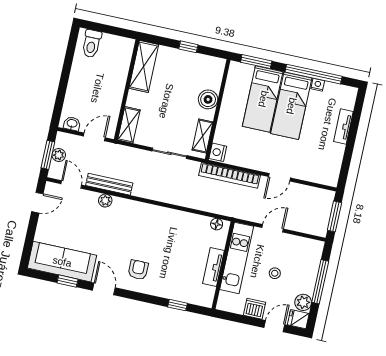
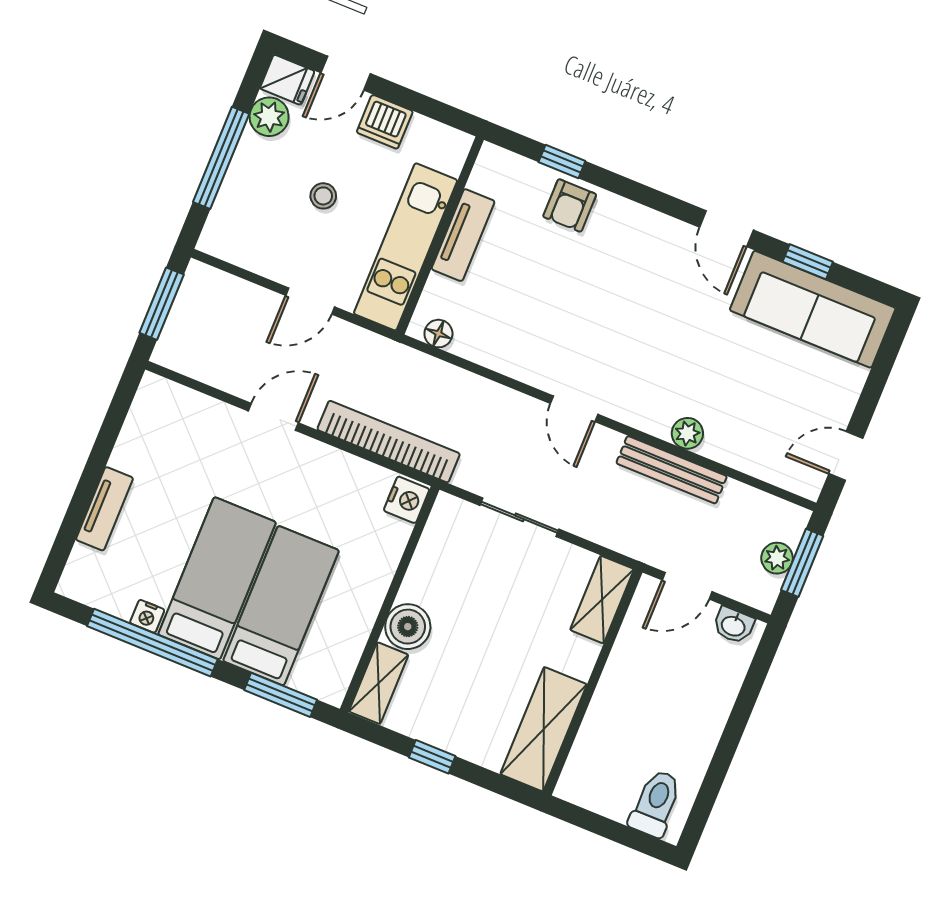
shelving: (202, 136) -> (379, 683), moved
door: (71, 184) -> (574, 409), moved
armchair: (138, 270) -> (570, 205), moved

